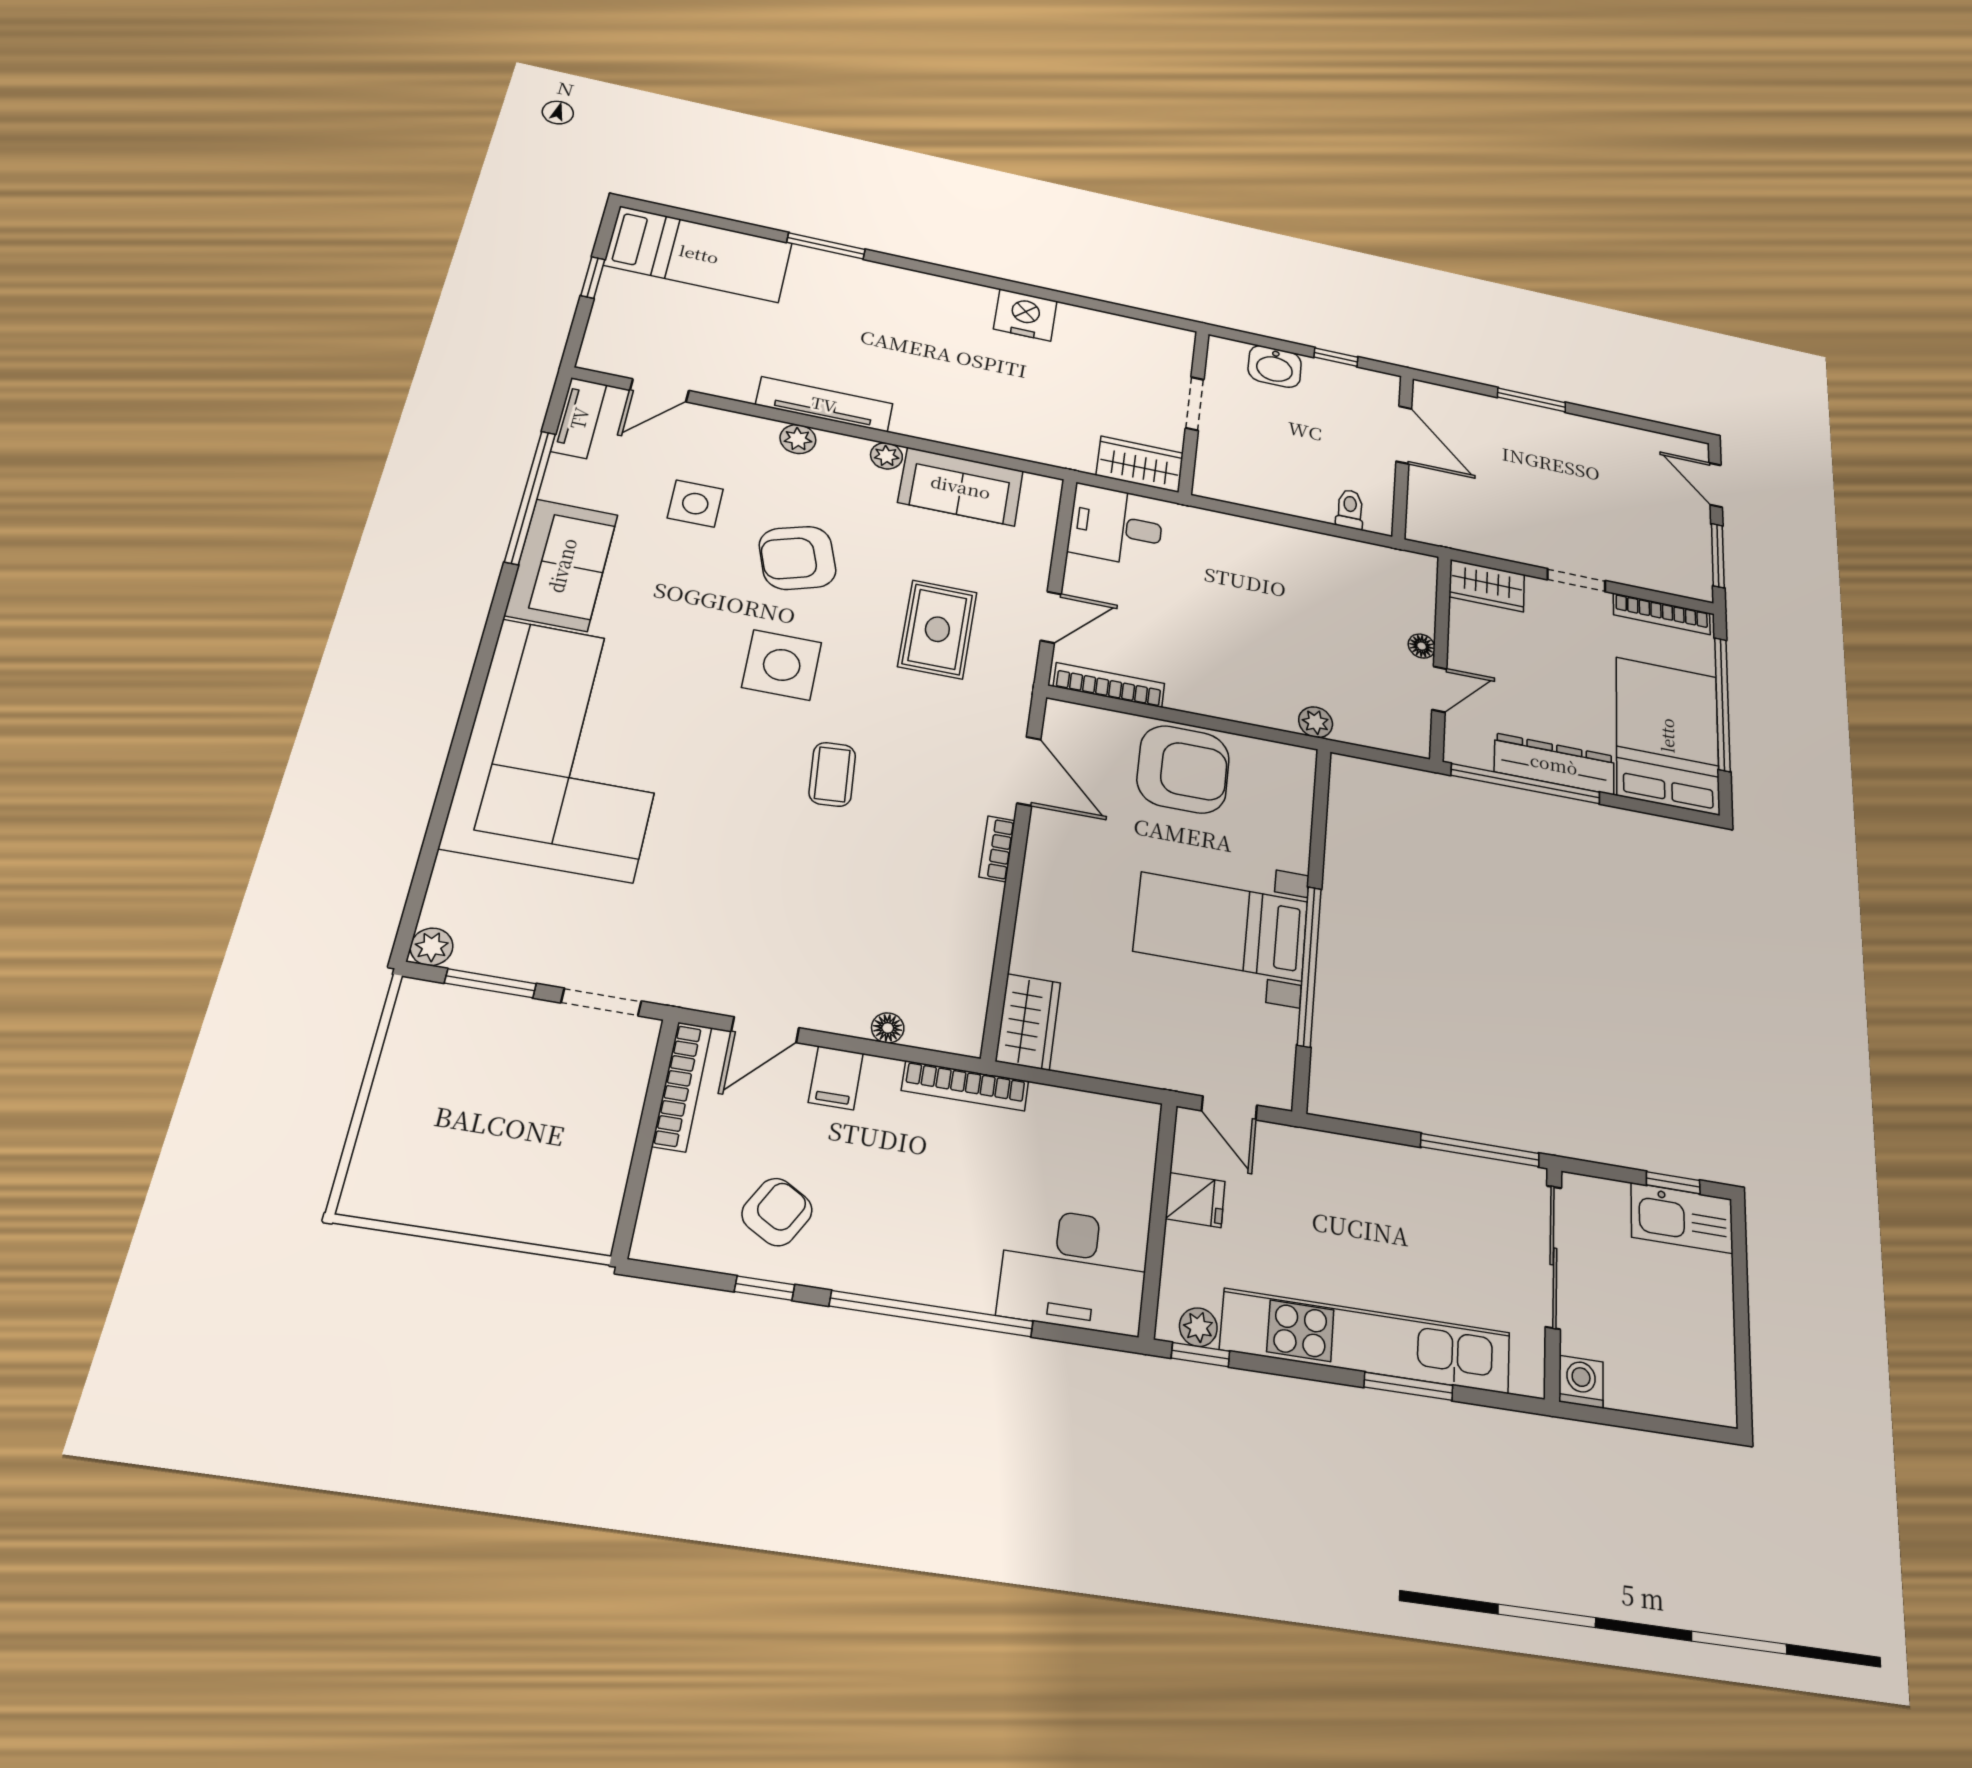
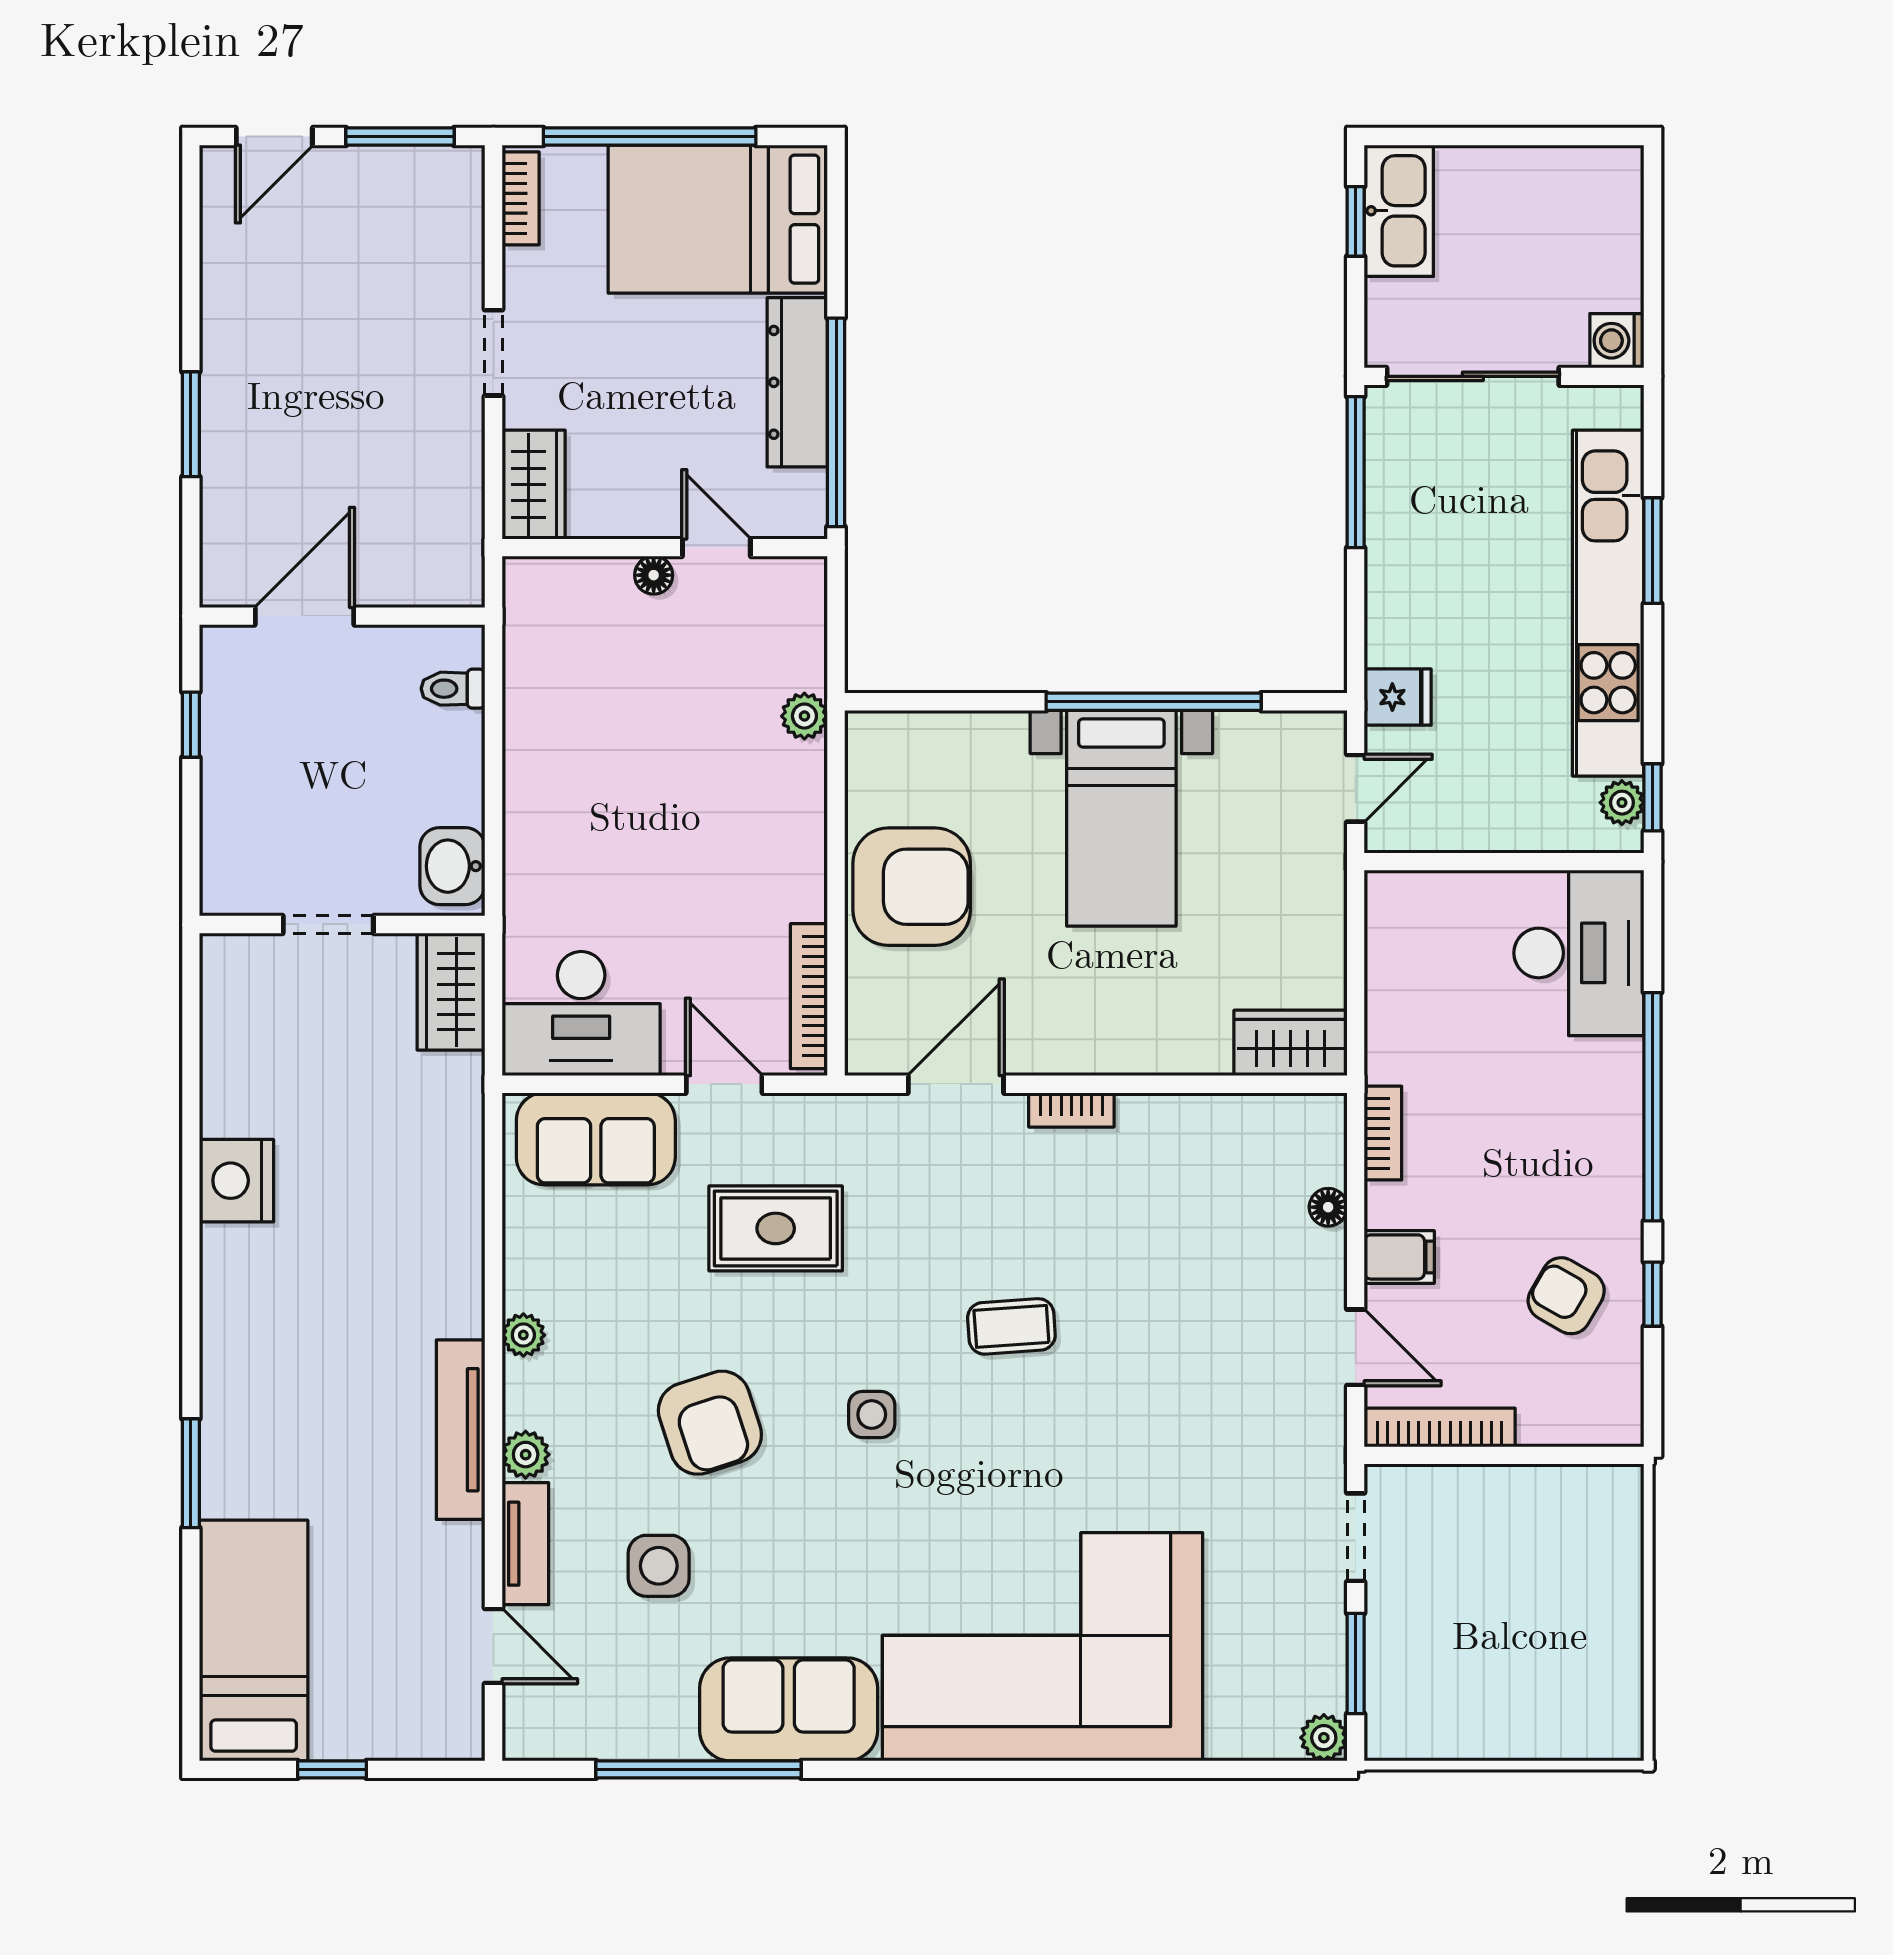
washbasin: (1275, 366) -> (452, 866), moved, turned 180
tv unit: (579, 418) -> (525, 1544), moved, turned 90
sofa: (961, 487) -> (596, 1139), moved, turned 90
desk: (1116, 526) -> (581, 1014), width x1.37
bookcase: (1662, 614) -> (521, 198), width x0.64
side table: (782, 665) -> (872, 1414), width x0.54, depth x0.54
armchair: (1183, 769) -> (912, 887), turned 90
bookcase: (965, 1086) -> (1383, 1133), width x0.64
fridge: (1195, 1200) -> (1398, 697), moved, turned 90

